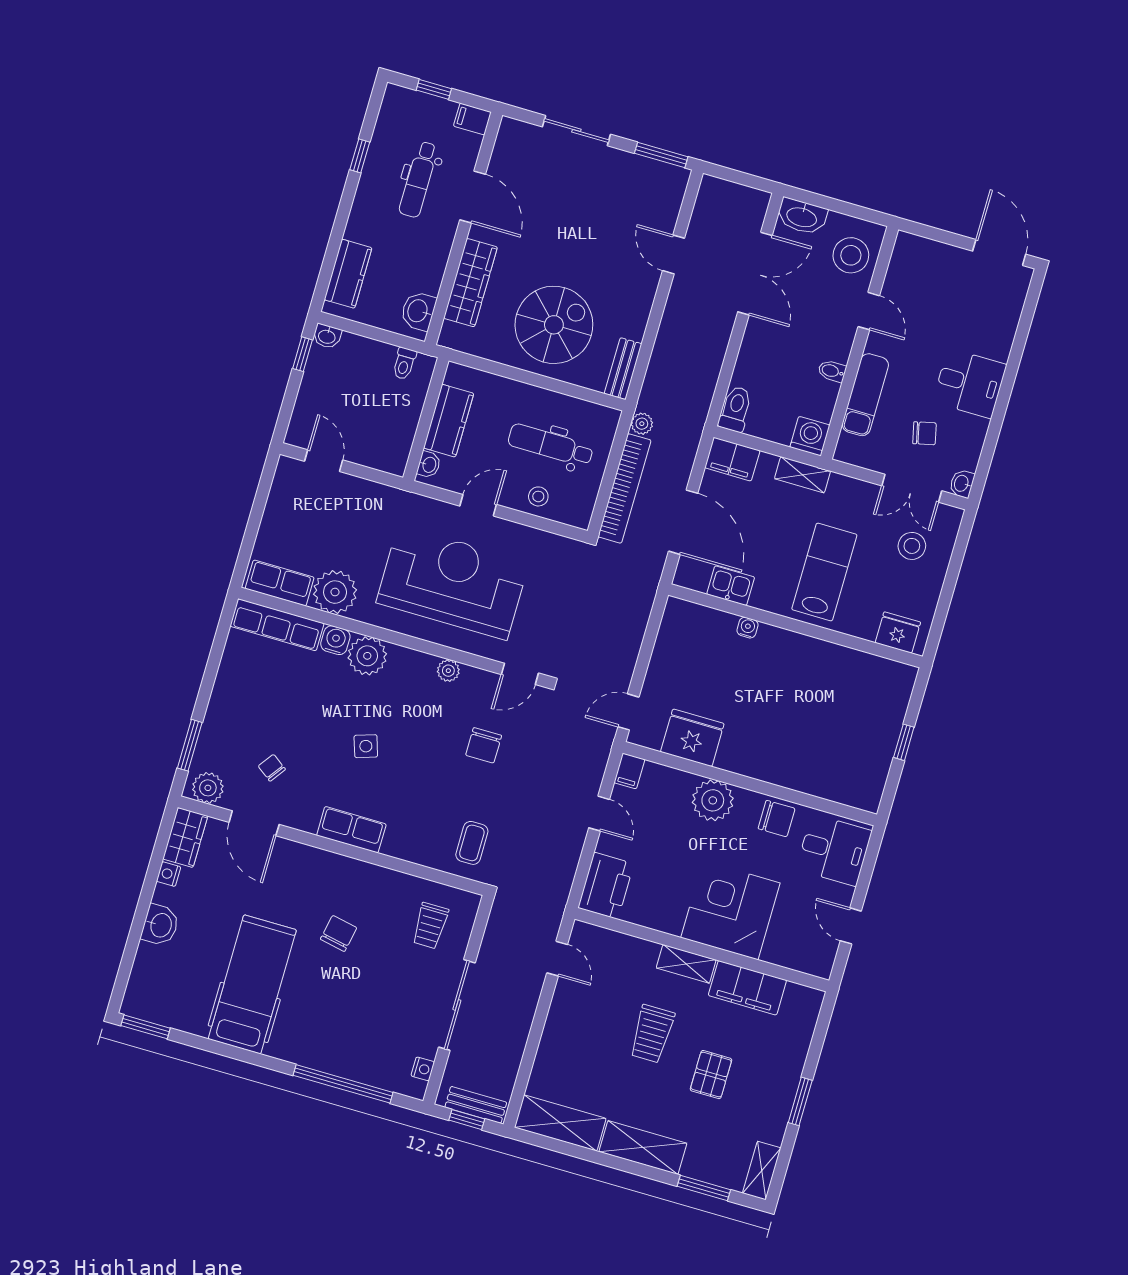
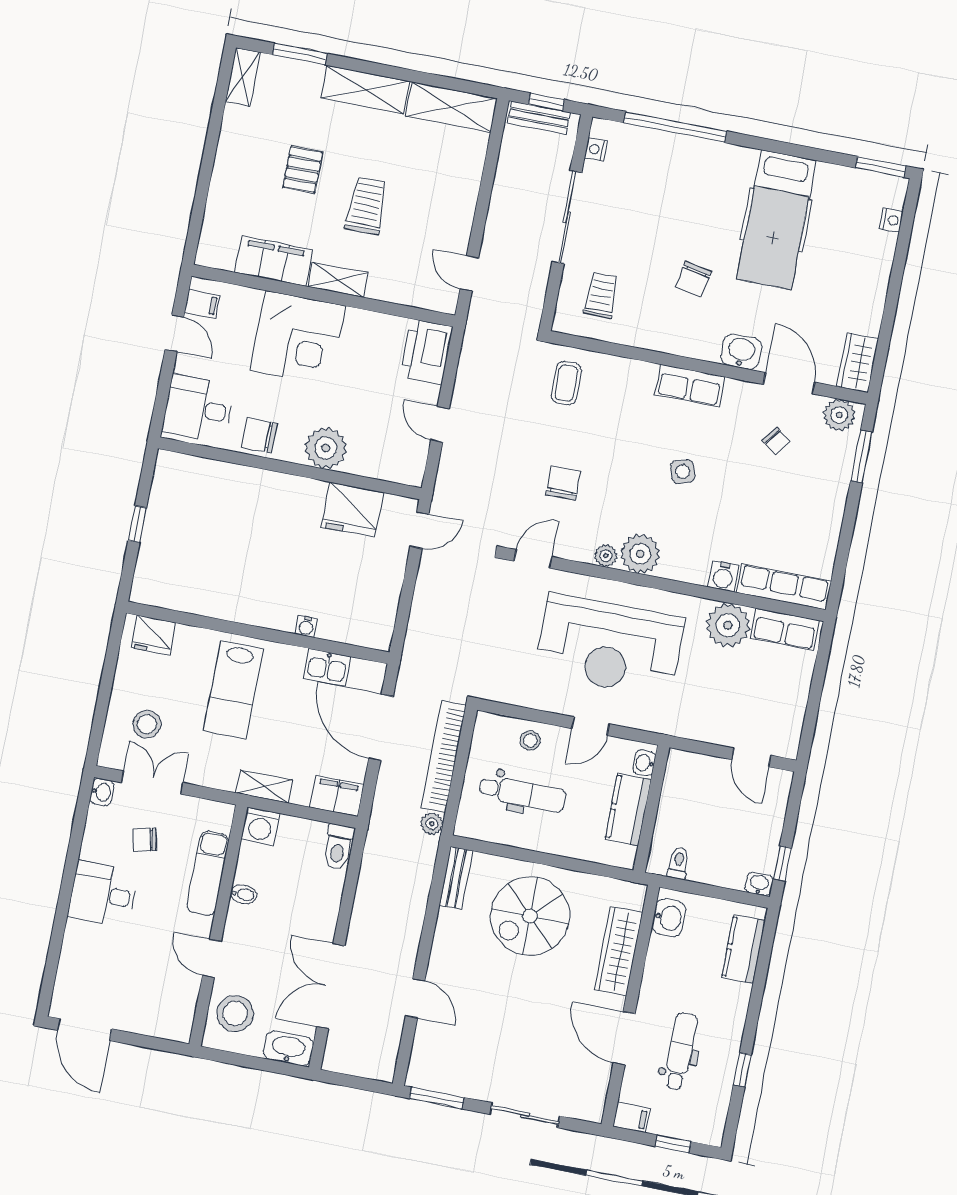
plant: (367, 656) -> (640, 554), moved
filing cabinet: (629, 771) -> (202, 304), moved, turned 90
nightstand: (169, 874) -> (891, 220), moved
washbasin: (160, 925) -> (741, 352), moved, turned 90
window: (800, 1101) -> (210, 151), removed

